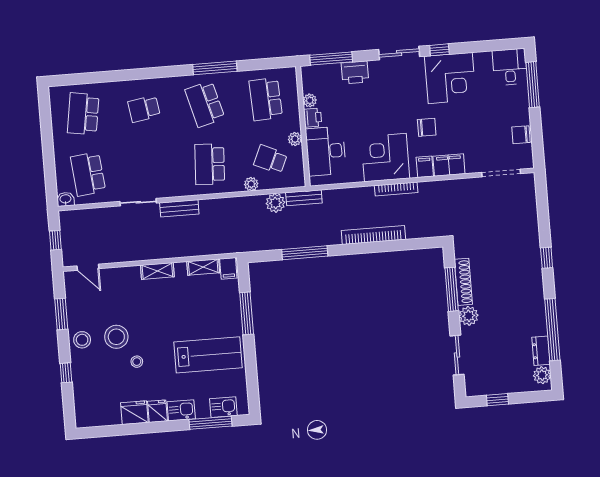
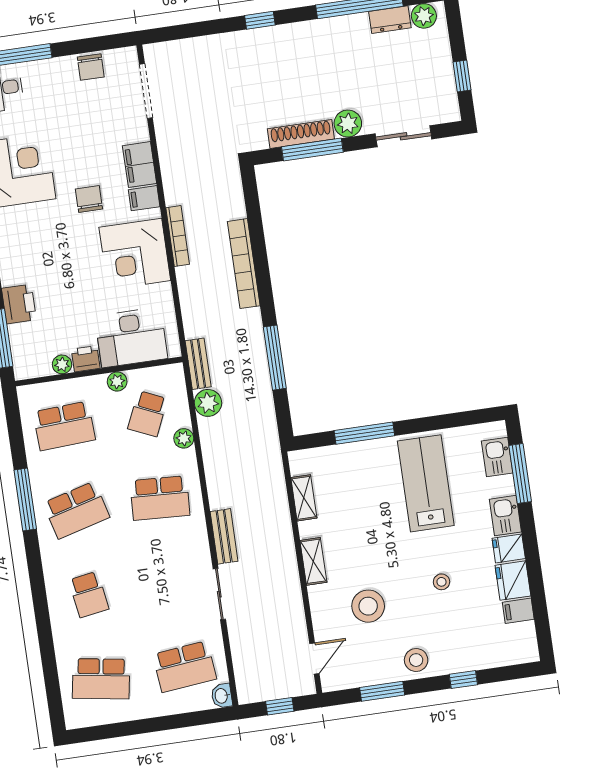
filing cabinet: (228, 268) -> (518, 611), moved, turned 180
stool: (116, 337) -> (368, 606), moved

